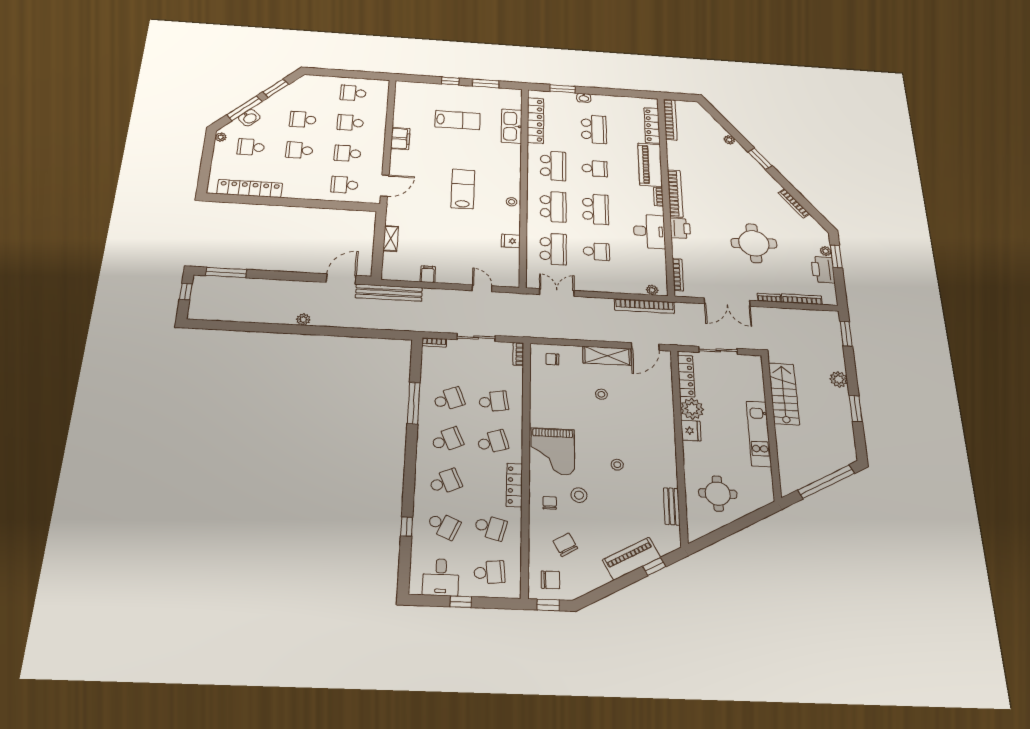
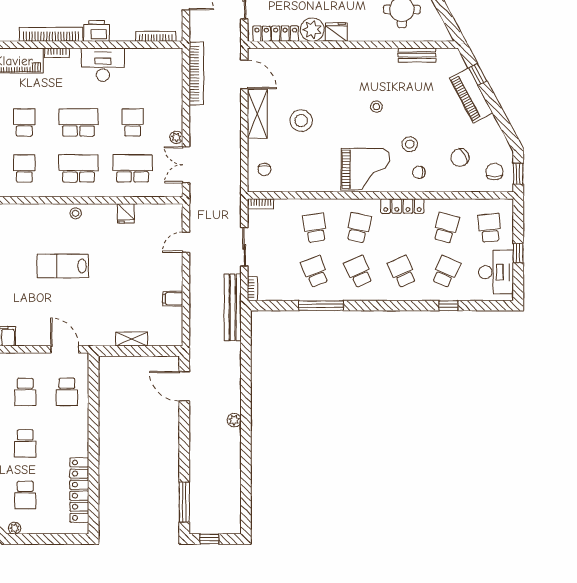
school desk: (553, 166) -> (24, 168), width x0.54
plant: (652, 290) -> (176, 137), moved
bench: (389, 293) -> (233, 307), moved
stool: (601, 394) -> (301, 121), width x1.89, depth x1.89
school desk: (492, 442) -> (359, 228), turned 30
desk: (441, 577) -> (496, 272), width x1.37

